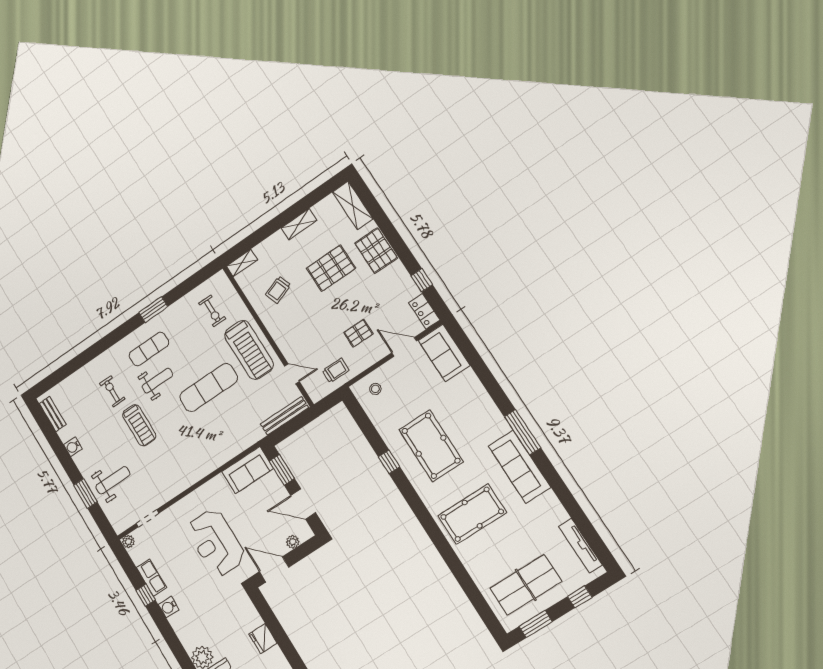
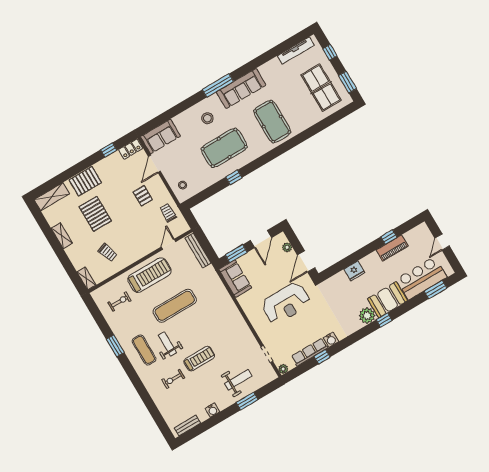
exercise mat: (209, 388) -> (175, 306), turned 90
stool: (473, 419) -> (207, 118), added
weight bench: (113, 480) -> (238, 380), turned 90
row of seats: (151, 578) -> (310, 352), width x1.48

